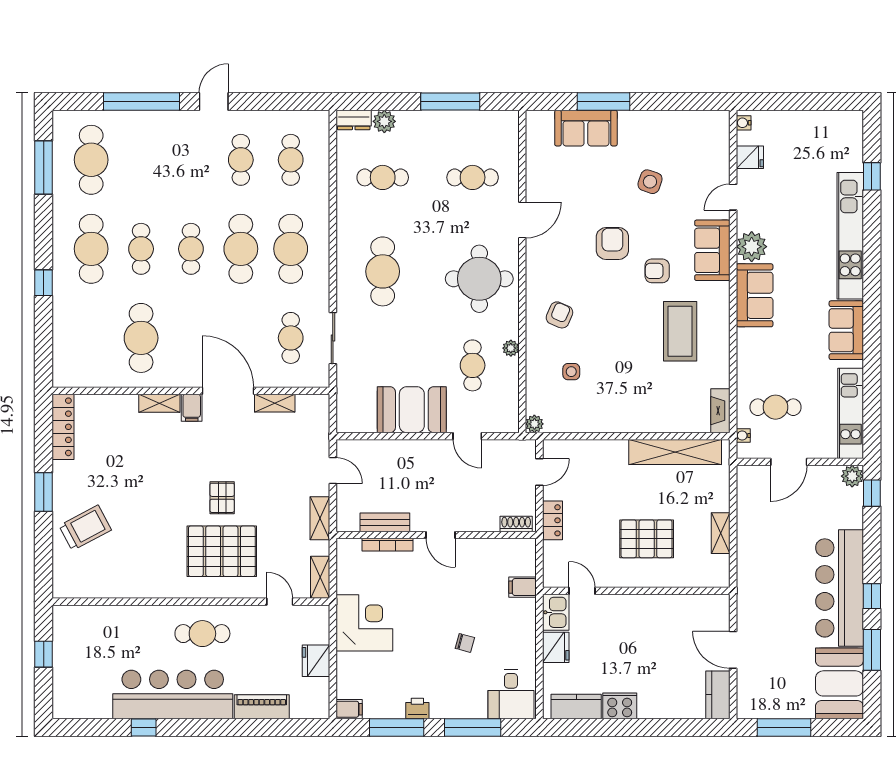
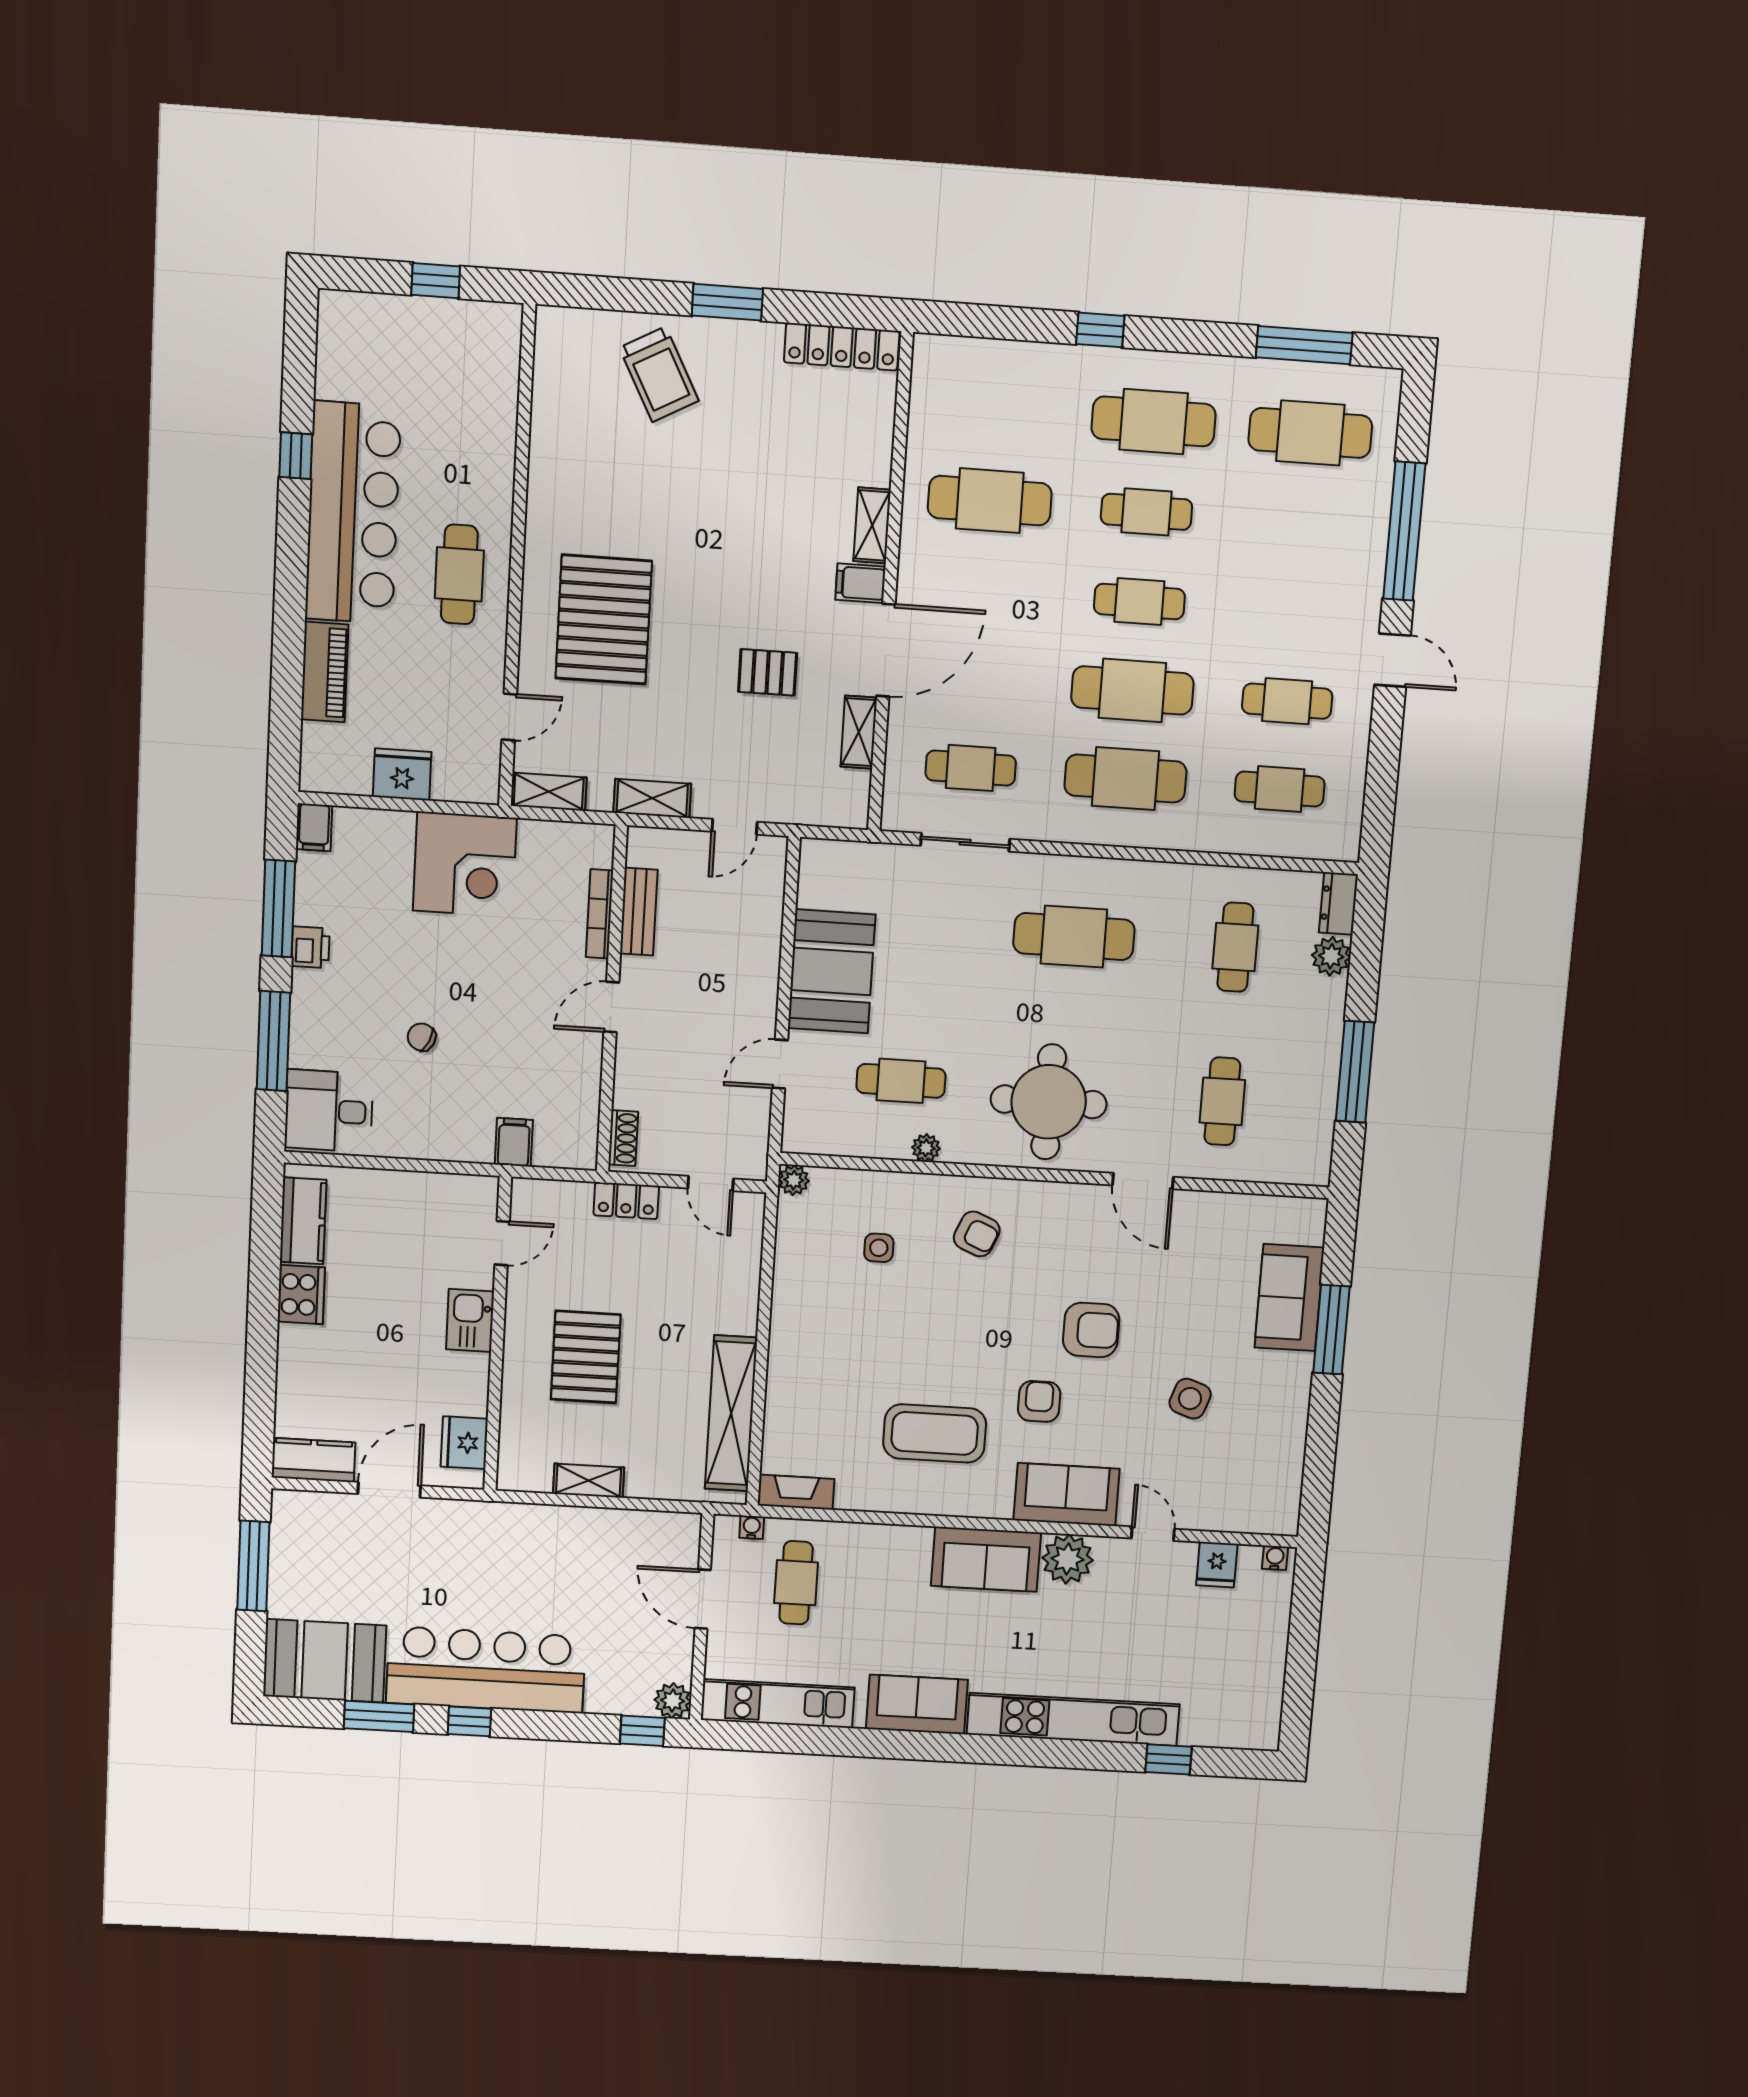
pallet: (222, 498) -> (768, 672), moved
kitchen sink: (556, 612) -> (470, 1320), moved, turned 90
chair: (465, 643) -> (422, 1037), turned 101
fridge: (556, 647) -> (464, 1443), moved, turned 90

